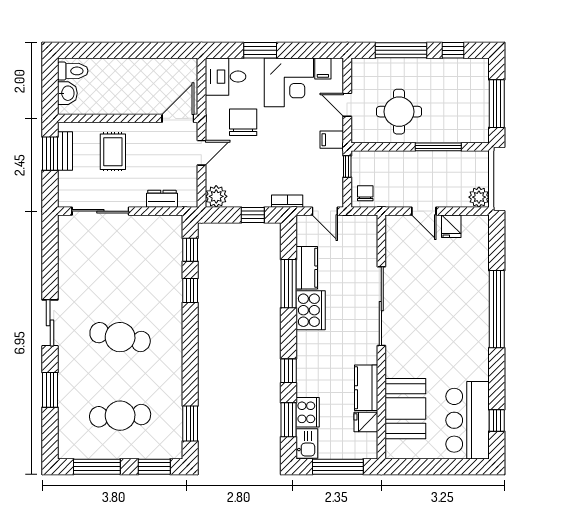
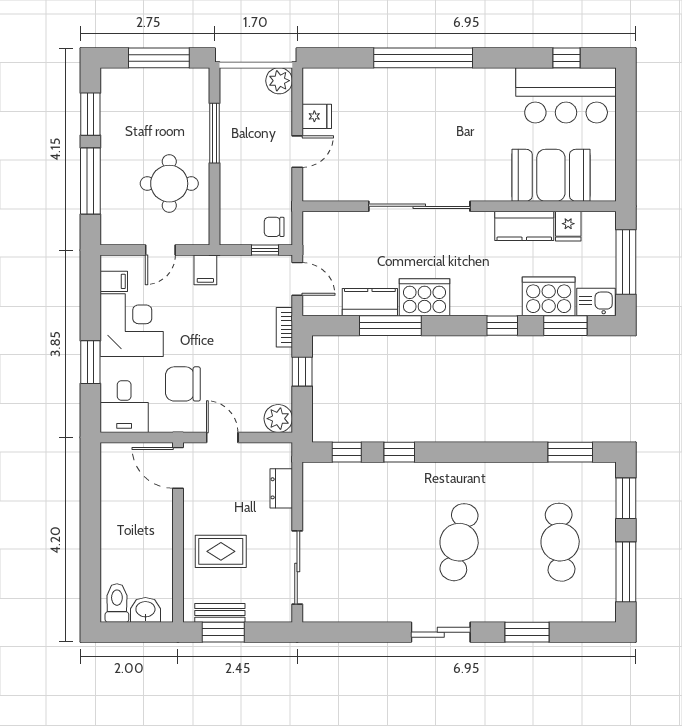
window: (453, 50) -> (90, 114), width x1.50
window: (347, 166) -> (265, 250), moved
door: (325, 211) -> (297, 279), hinge flipped
cooker: (308, 412) -> (549, 296), width x1.37, depth x1.31

